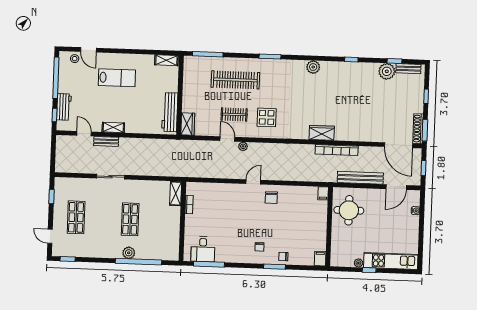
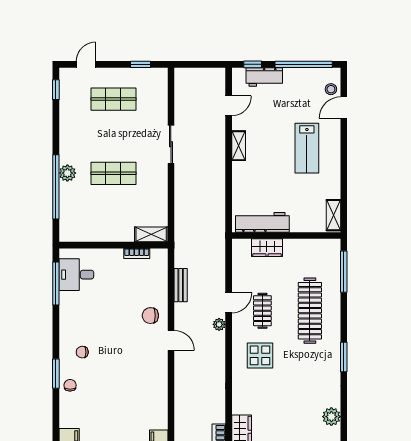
wardrobe: (188, 124) -> (267, 248), moved
bench: (106, 141) -> (181, 285), moved
chair: (271, 198) -> (150, 316), moved

